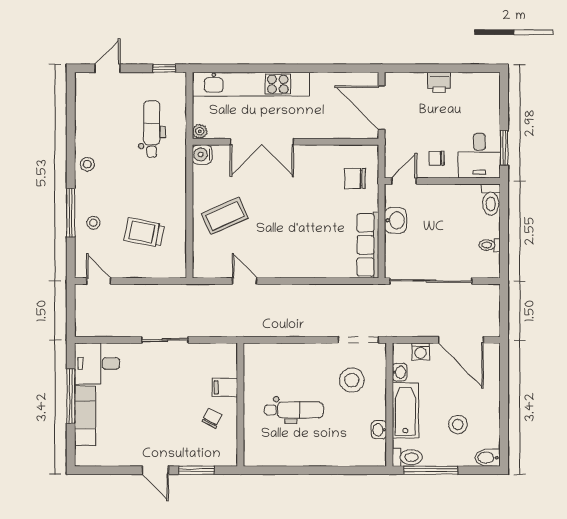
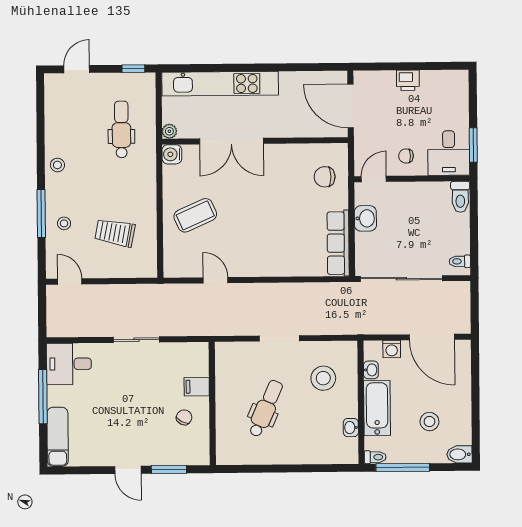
toilet: (490, 245) -> (460, 261), moved
doorway: (358, 340) -> (279, 338), moved
dental chair: (294, 410) -> (266, 408), turned -66
exam couch: (85, 416) -> (58, 437), moved
toilet: (407, 457) -> (375, 457), width x0.73, depth x0.72

